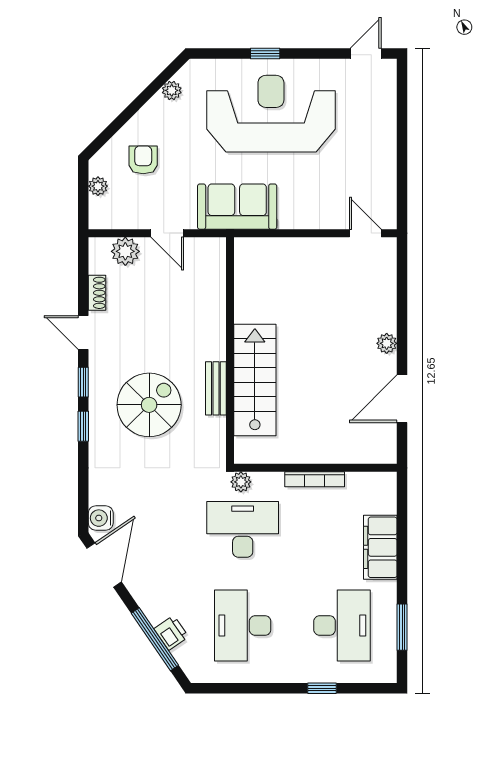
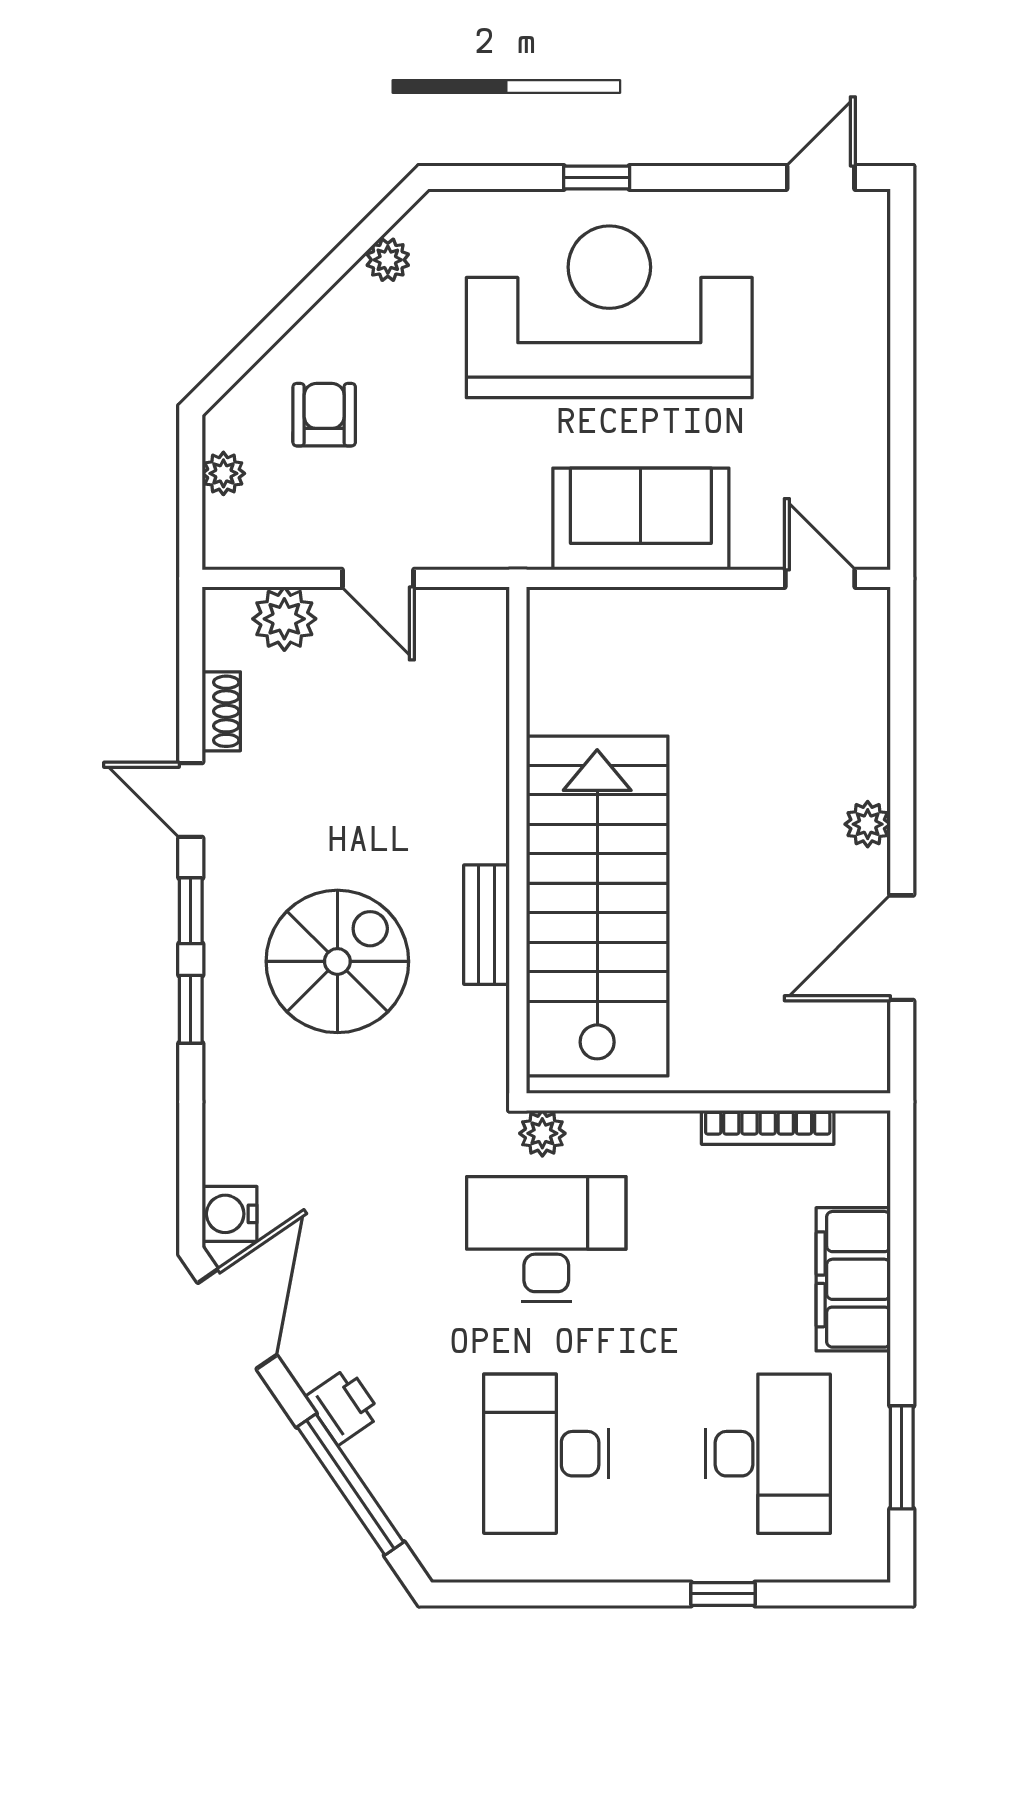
sofa: (237, 207) -> (641, 519), moved
stairs: (255, 380) -> (597, 906), width x1.36, depth x1.51
bookcase: (315, 479) -> (768, 1127), moved
printer: (171, 633) -> (343, 1406), moved

